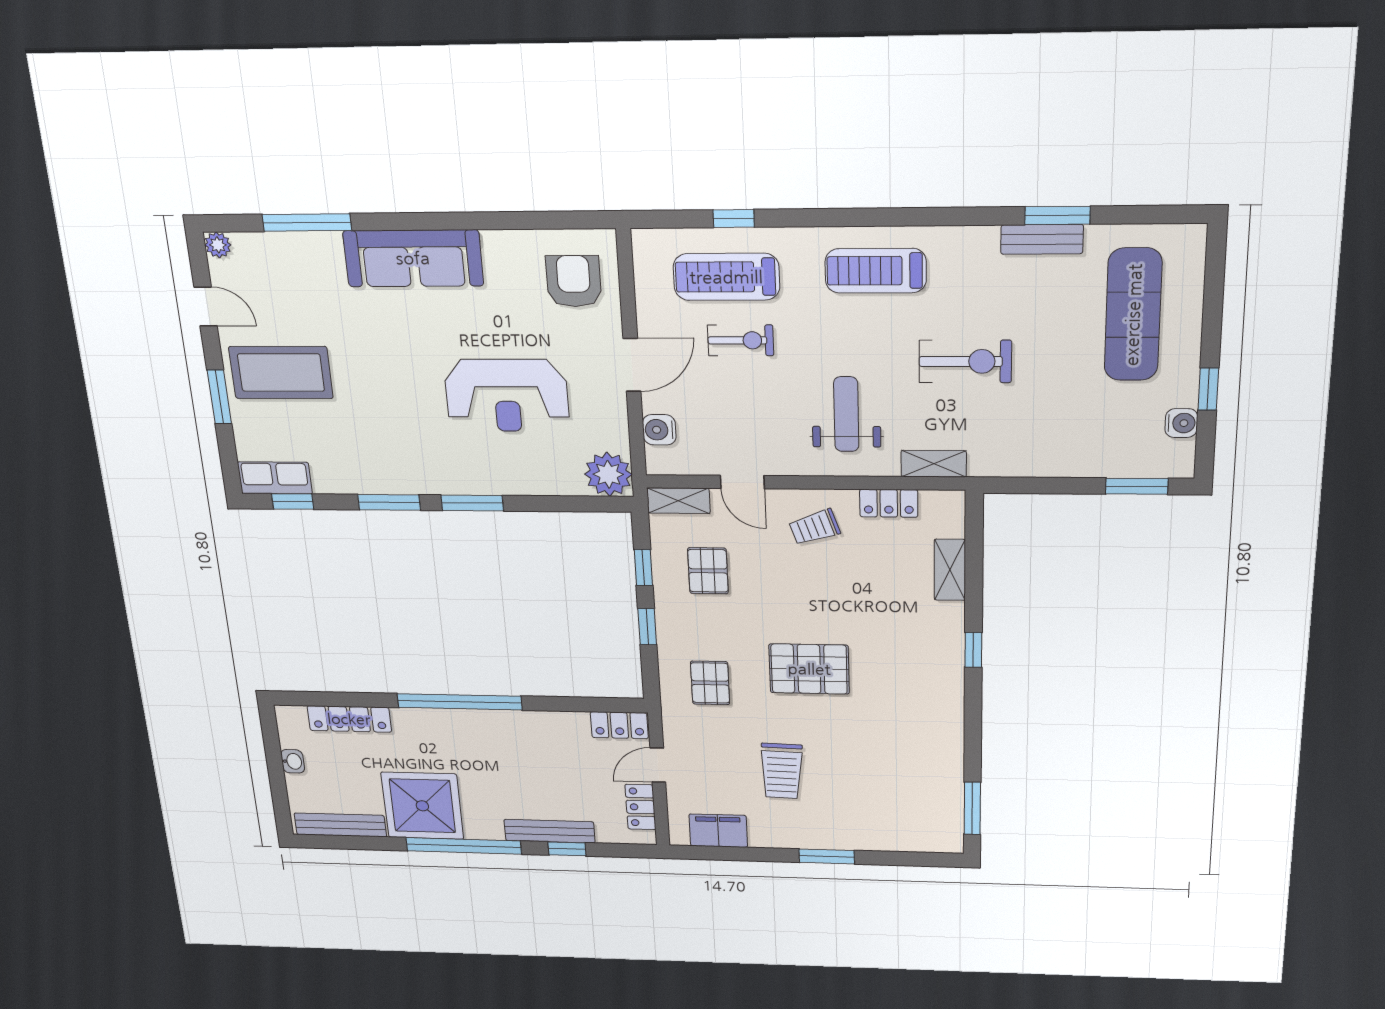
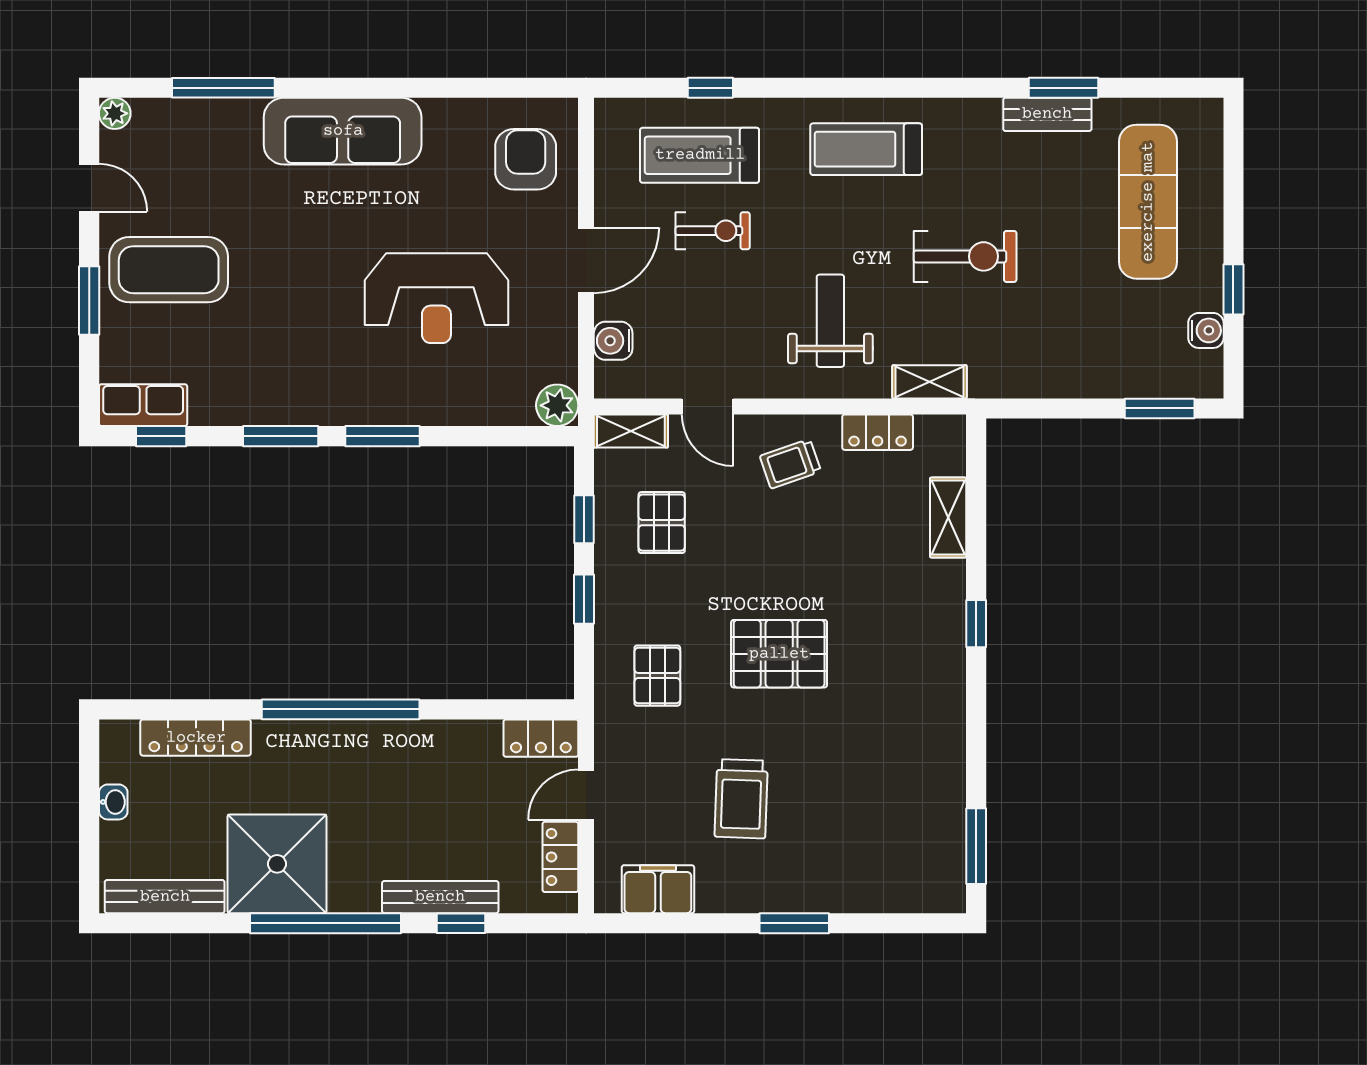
plant: (608, 474) -> (557, 405), width x0.73, depth x0.73

